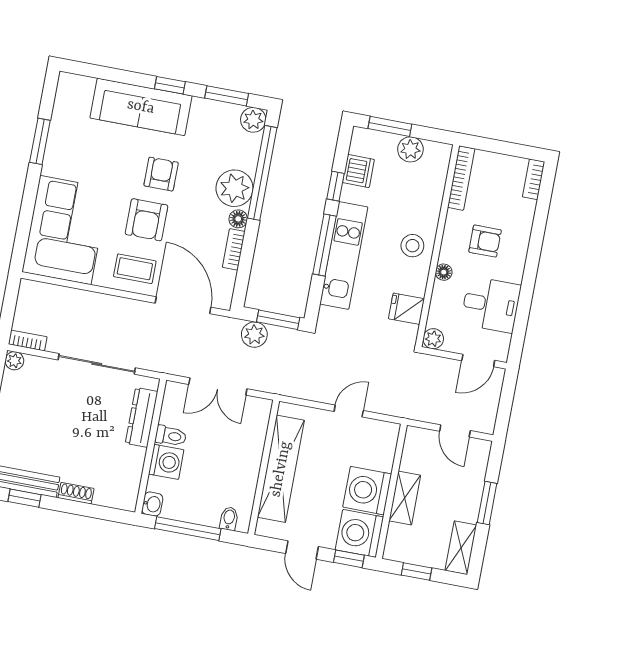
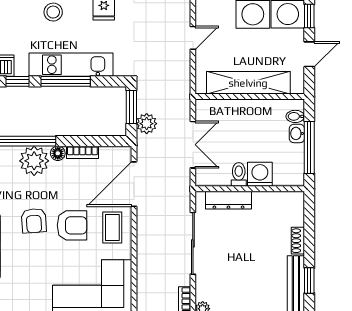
armchair: (161, 174) -> (34, 221), turned -94
door: (349, 411) -> (193, 38), swing flipped
washbasin: (152, 504) -> (297, 133), moved, turned -90

